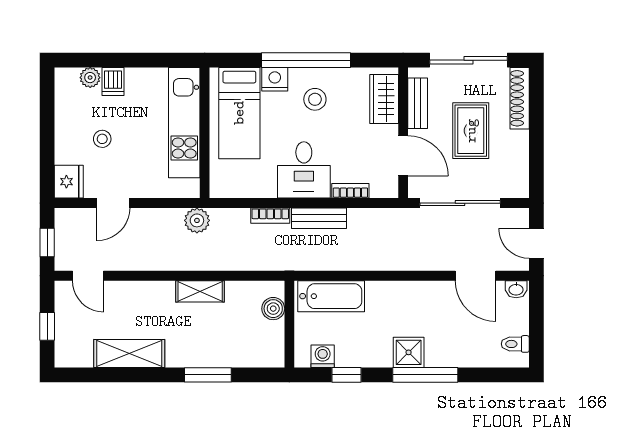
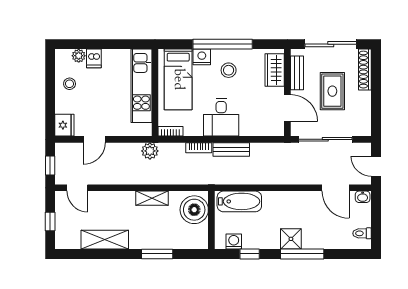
stool: (102, 139) -> (70, 84), moved
bookcase: (350, 191) -> (170, 131), moved
boiler: (273, 309) -> (194, 210), width x1.86, depth x1.86

